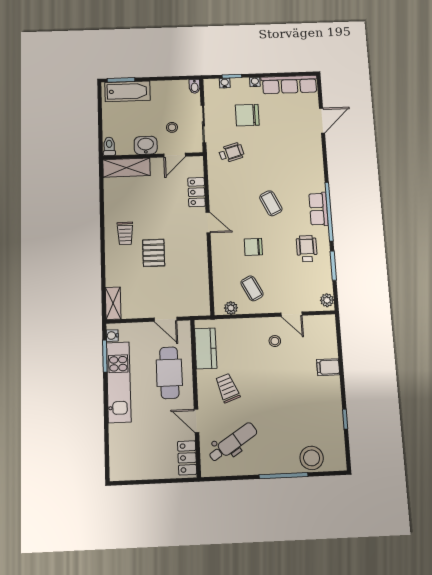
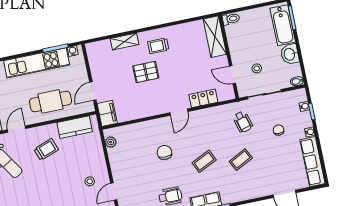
chair: (247, 115) -> (279, 130), width x0.54, depth x0.54
washbasin: (146, 145) -> (290, 54), moved, turned 180
coffee table: (252, 288) -> (241, 160), moved
shelving: (113, 303) -> (125, 41), moved
filing cabinet: (195, 306) -> (107, 113), added

